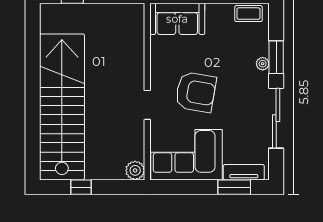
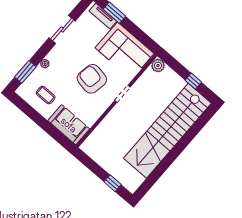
coffee table: (248, 14) -> (46, 95), moved
window: (276, 57) -> (25, 72), moved
sliding door: (276, 118) -> (62, 30), width x0.73

